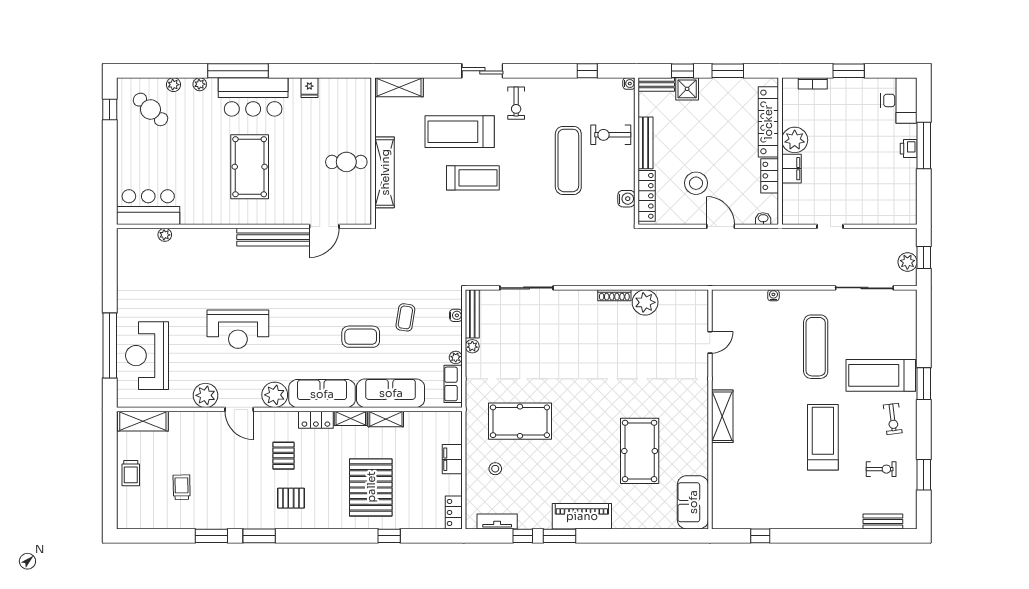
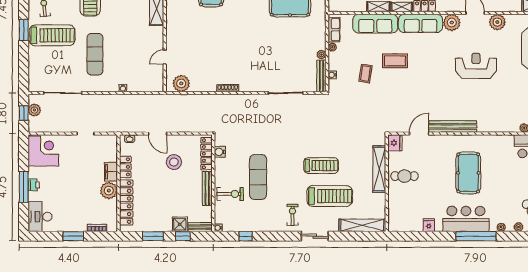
shelving: (399, 87) -> (362, 225), width x1.47
treadmill: (473, 178) -> (321, 166), turned 180
corner desk: (894, 200) -> (43, 151), added
fridge: (361, 212) -> (395, 143), added
plant: (645, 302) -> (181, 83), moved

